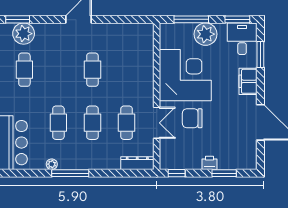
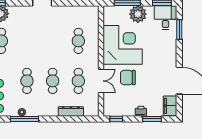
cafe table: (92, 70) -> (78, 41), moved
filing cabinet: (248, 81) -> (170, 106), moved
dresser: (137, 163) -> (71, 111), moved
window: (70, 173) -> (25, 119), moved

